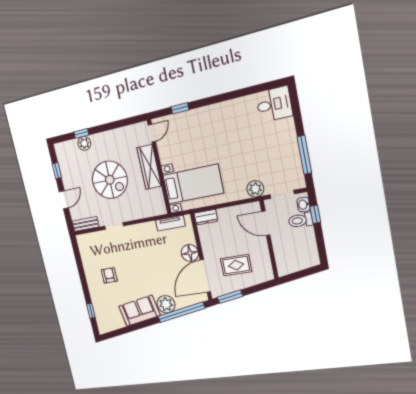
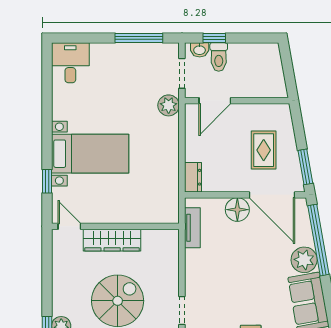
bed with nightstands: (193, 184) -> (90, 154), moved, turned 90

